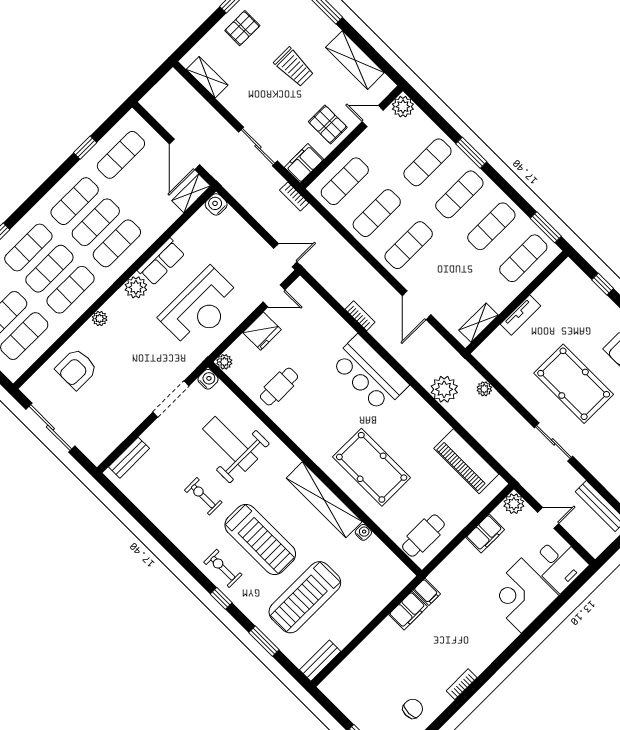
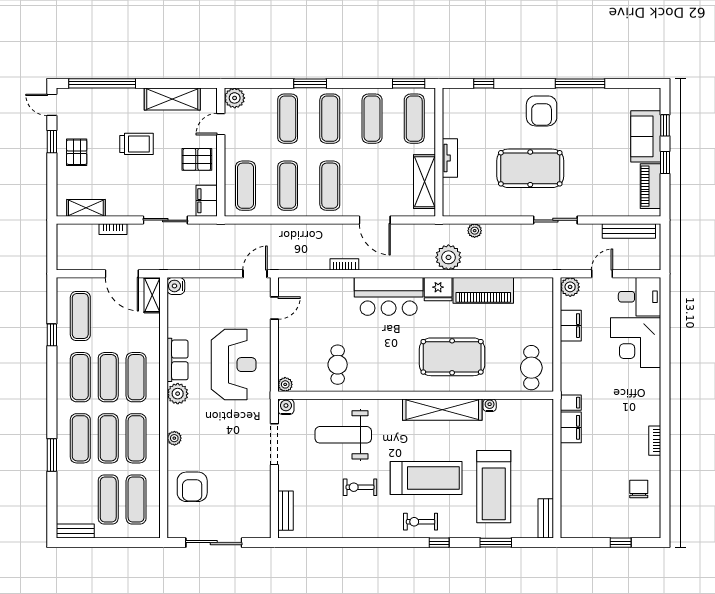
bookcase: (294, 197) -> (113, 229), moved
shelving: (479, 323) -> (424, 182), width x1.50, depth x1.33
fridge: (262, 331) -> (438, 289), moved, turned 90
piano: (466, 461) -> (483, 290), moved

